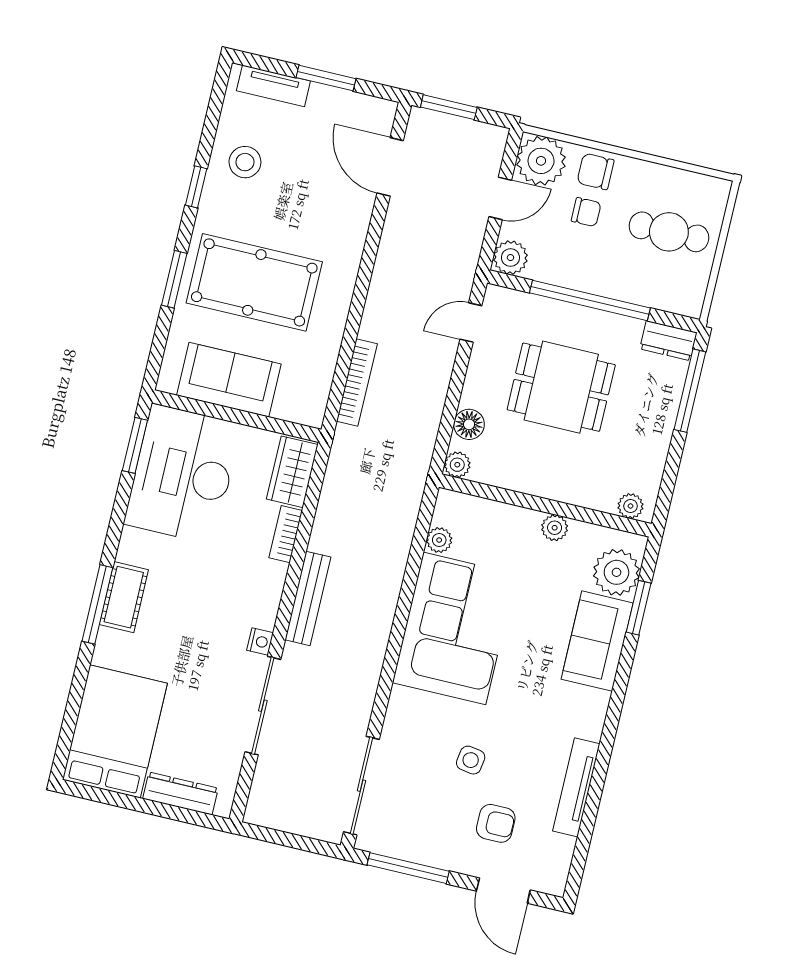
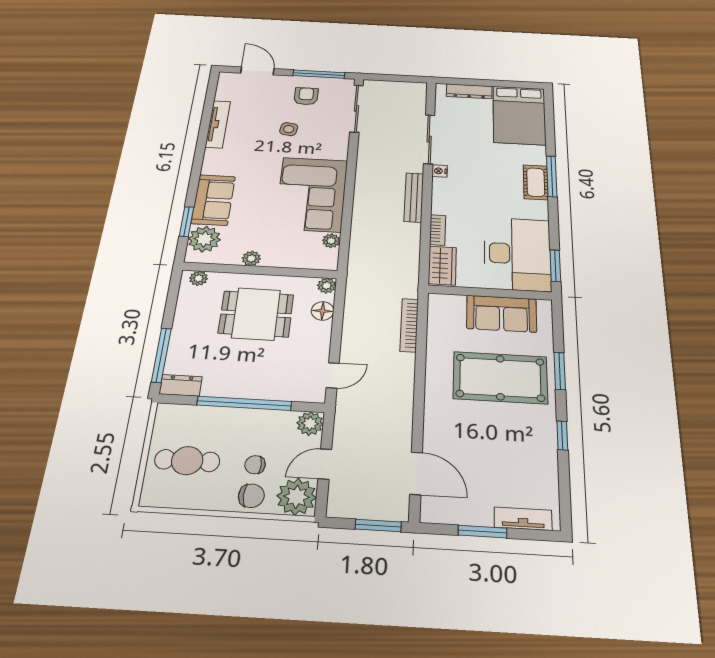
stool: (245, 162) -> (530, 459), removed
dining table: (561, 387) -> (256, 314), moved
armchair: (496, 823) -> (306, 96), moved, turned 90

